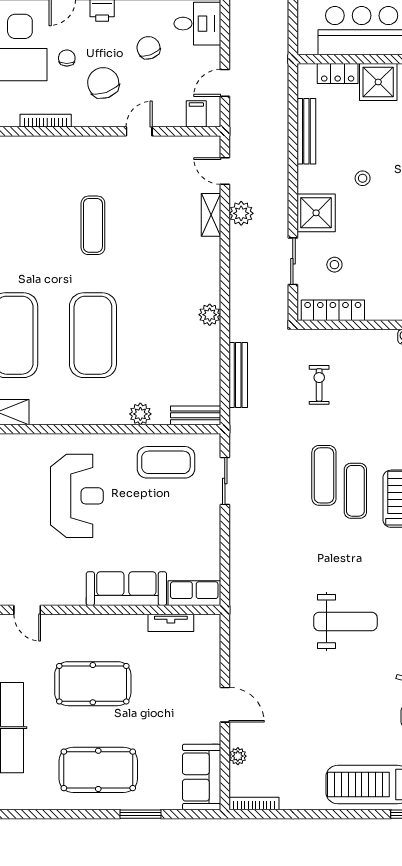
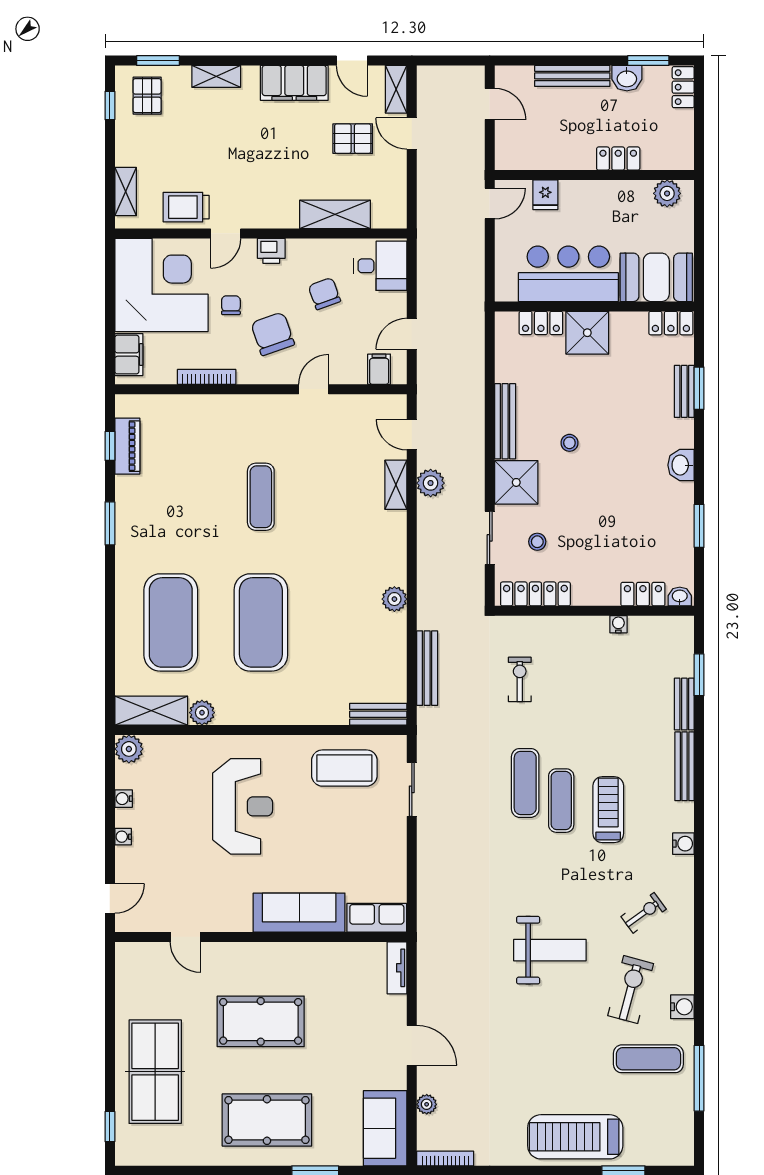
bench: (306, 131) -> (505, 421), moved
plant: (140, 414) -> (202, 713), moved
tv unit: (171, 623) -> (397, 968), moved, turned 90

